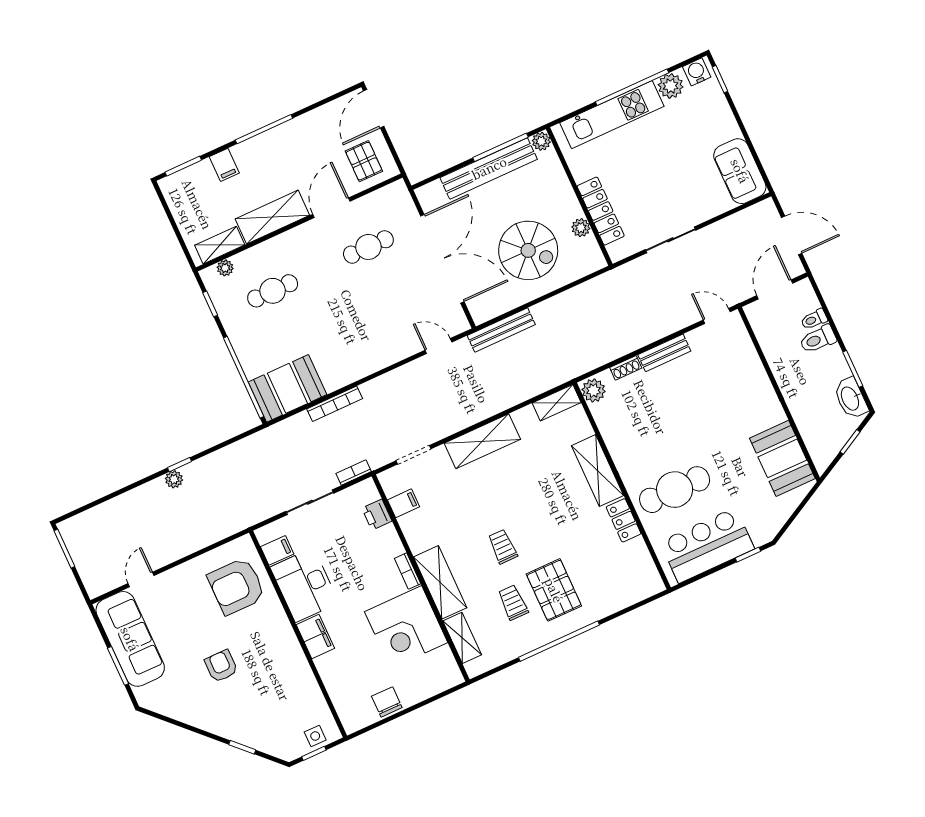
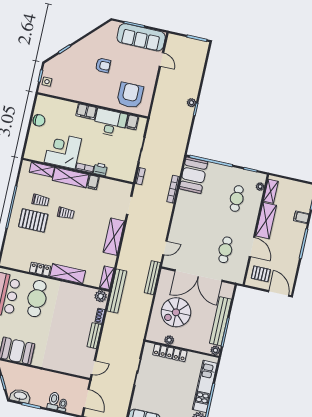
bench: (566, 371) -> (117, 291), added
filing cabinet: (404, 503) -> (93, 182), moved
printer: (377, 515) -> (100, 169), moved

